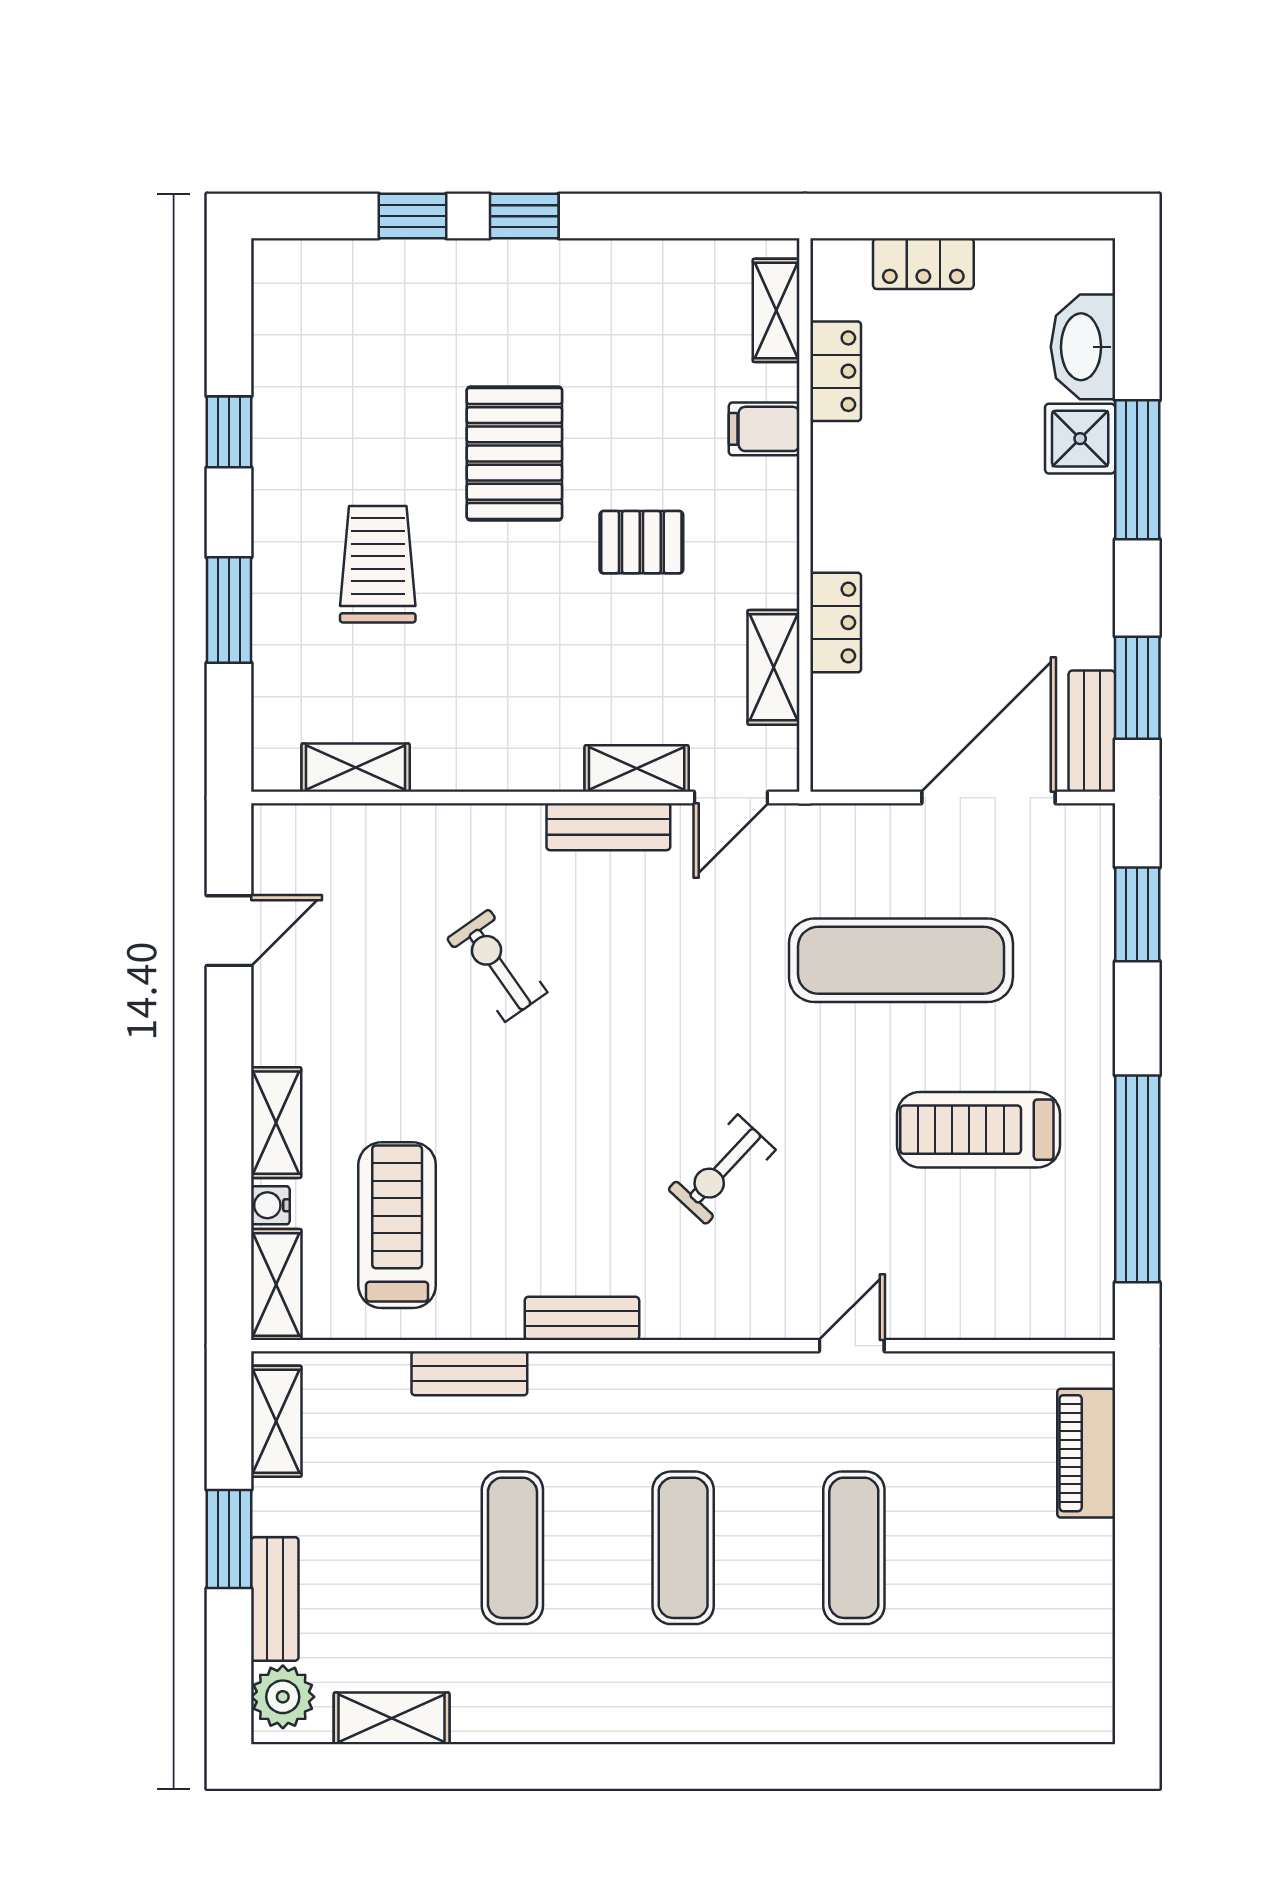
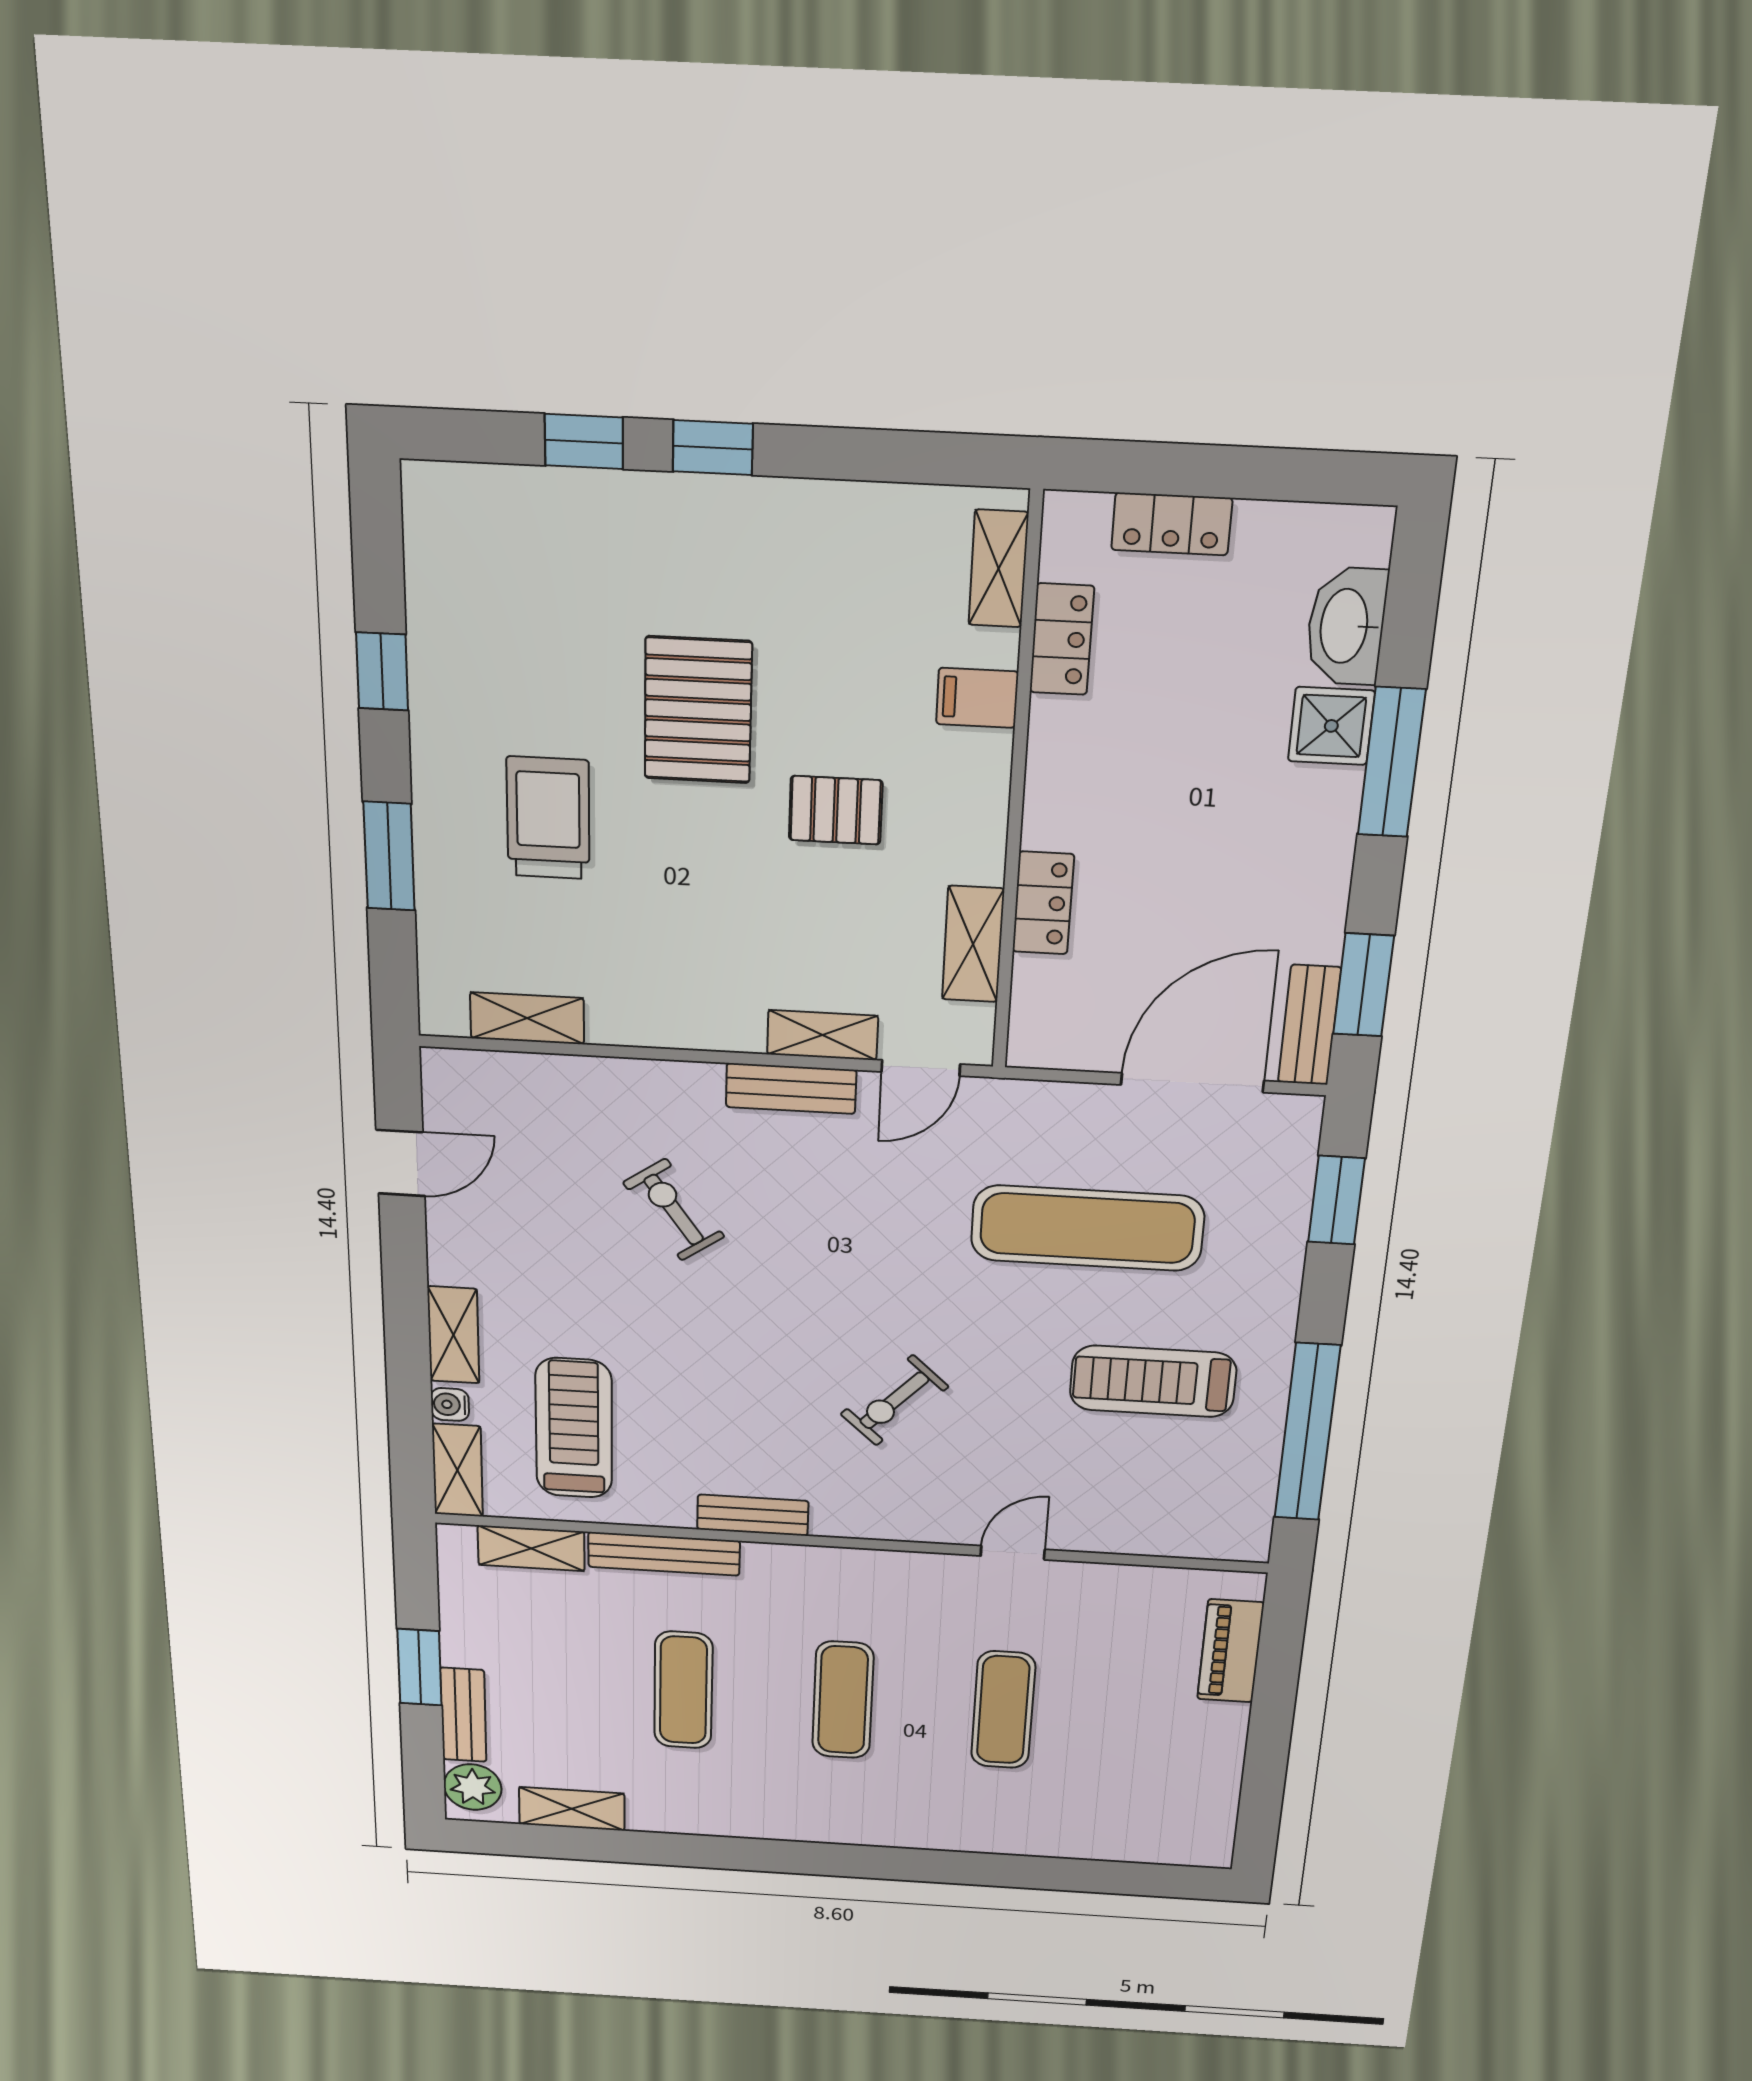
bench: (469, 1373) -> (664, 1554), width x1.36
shelving: (276, 1421) -> (531, 1548), moved, turned 90

